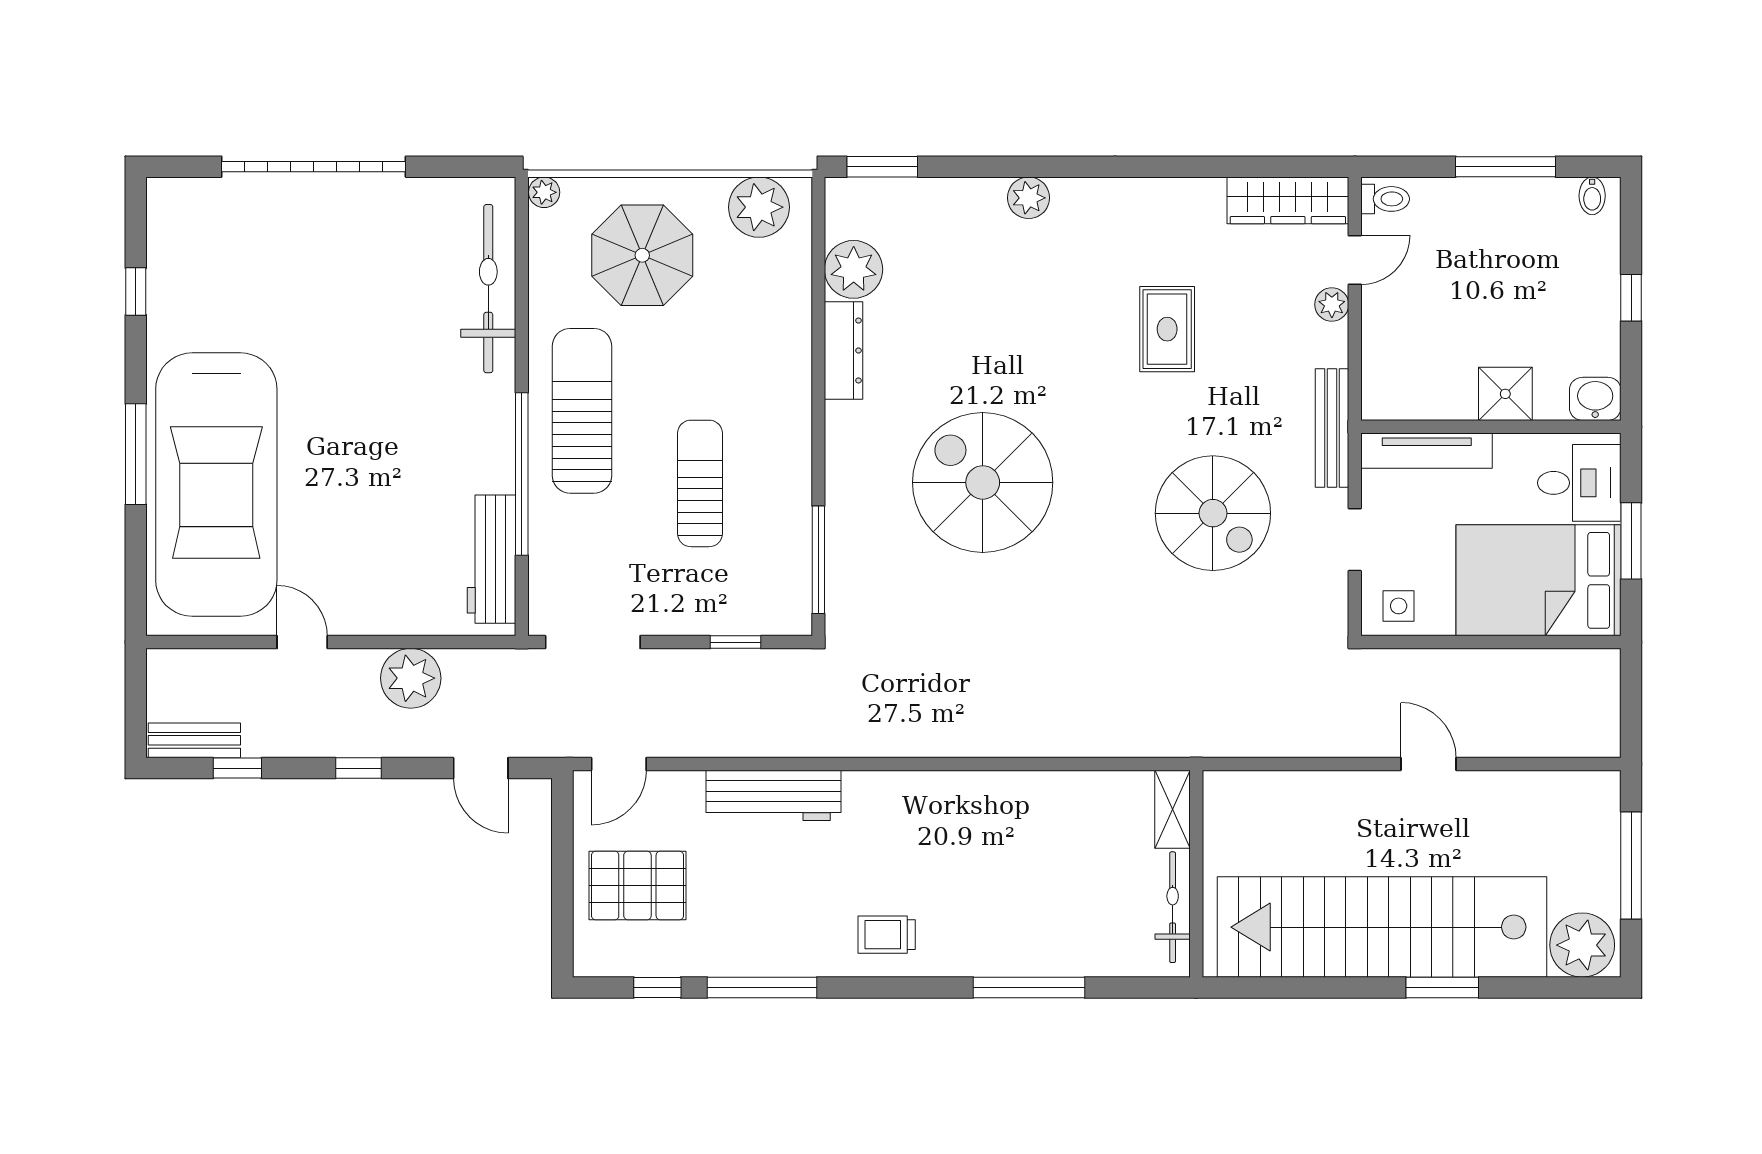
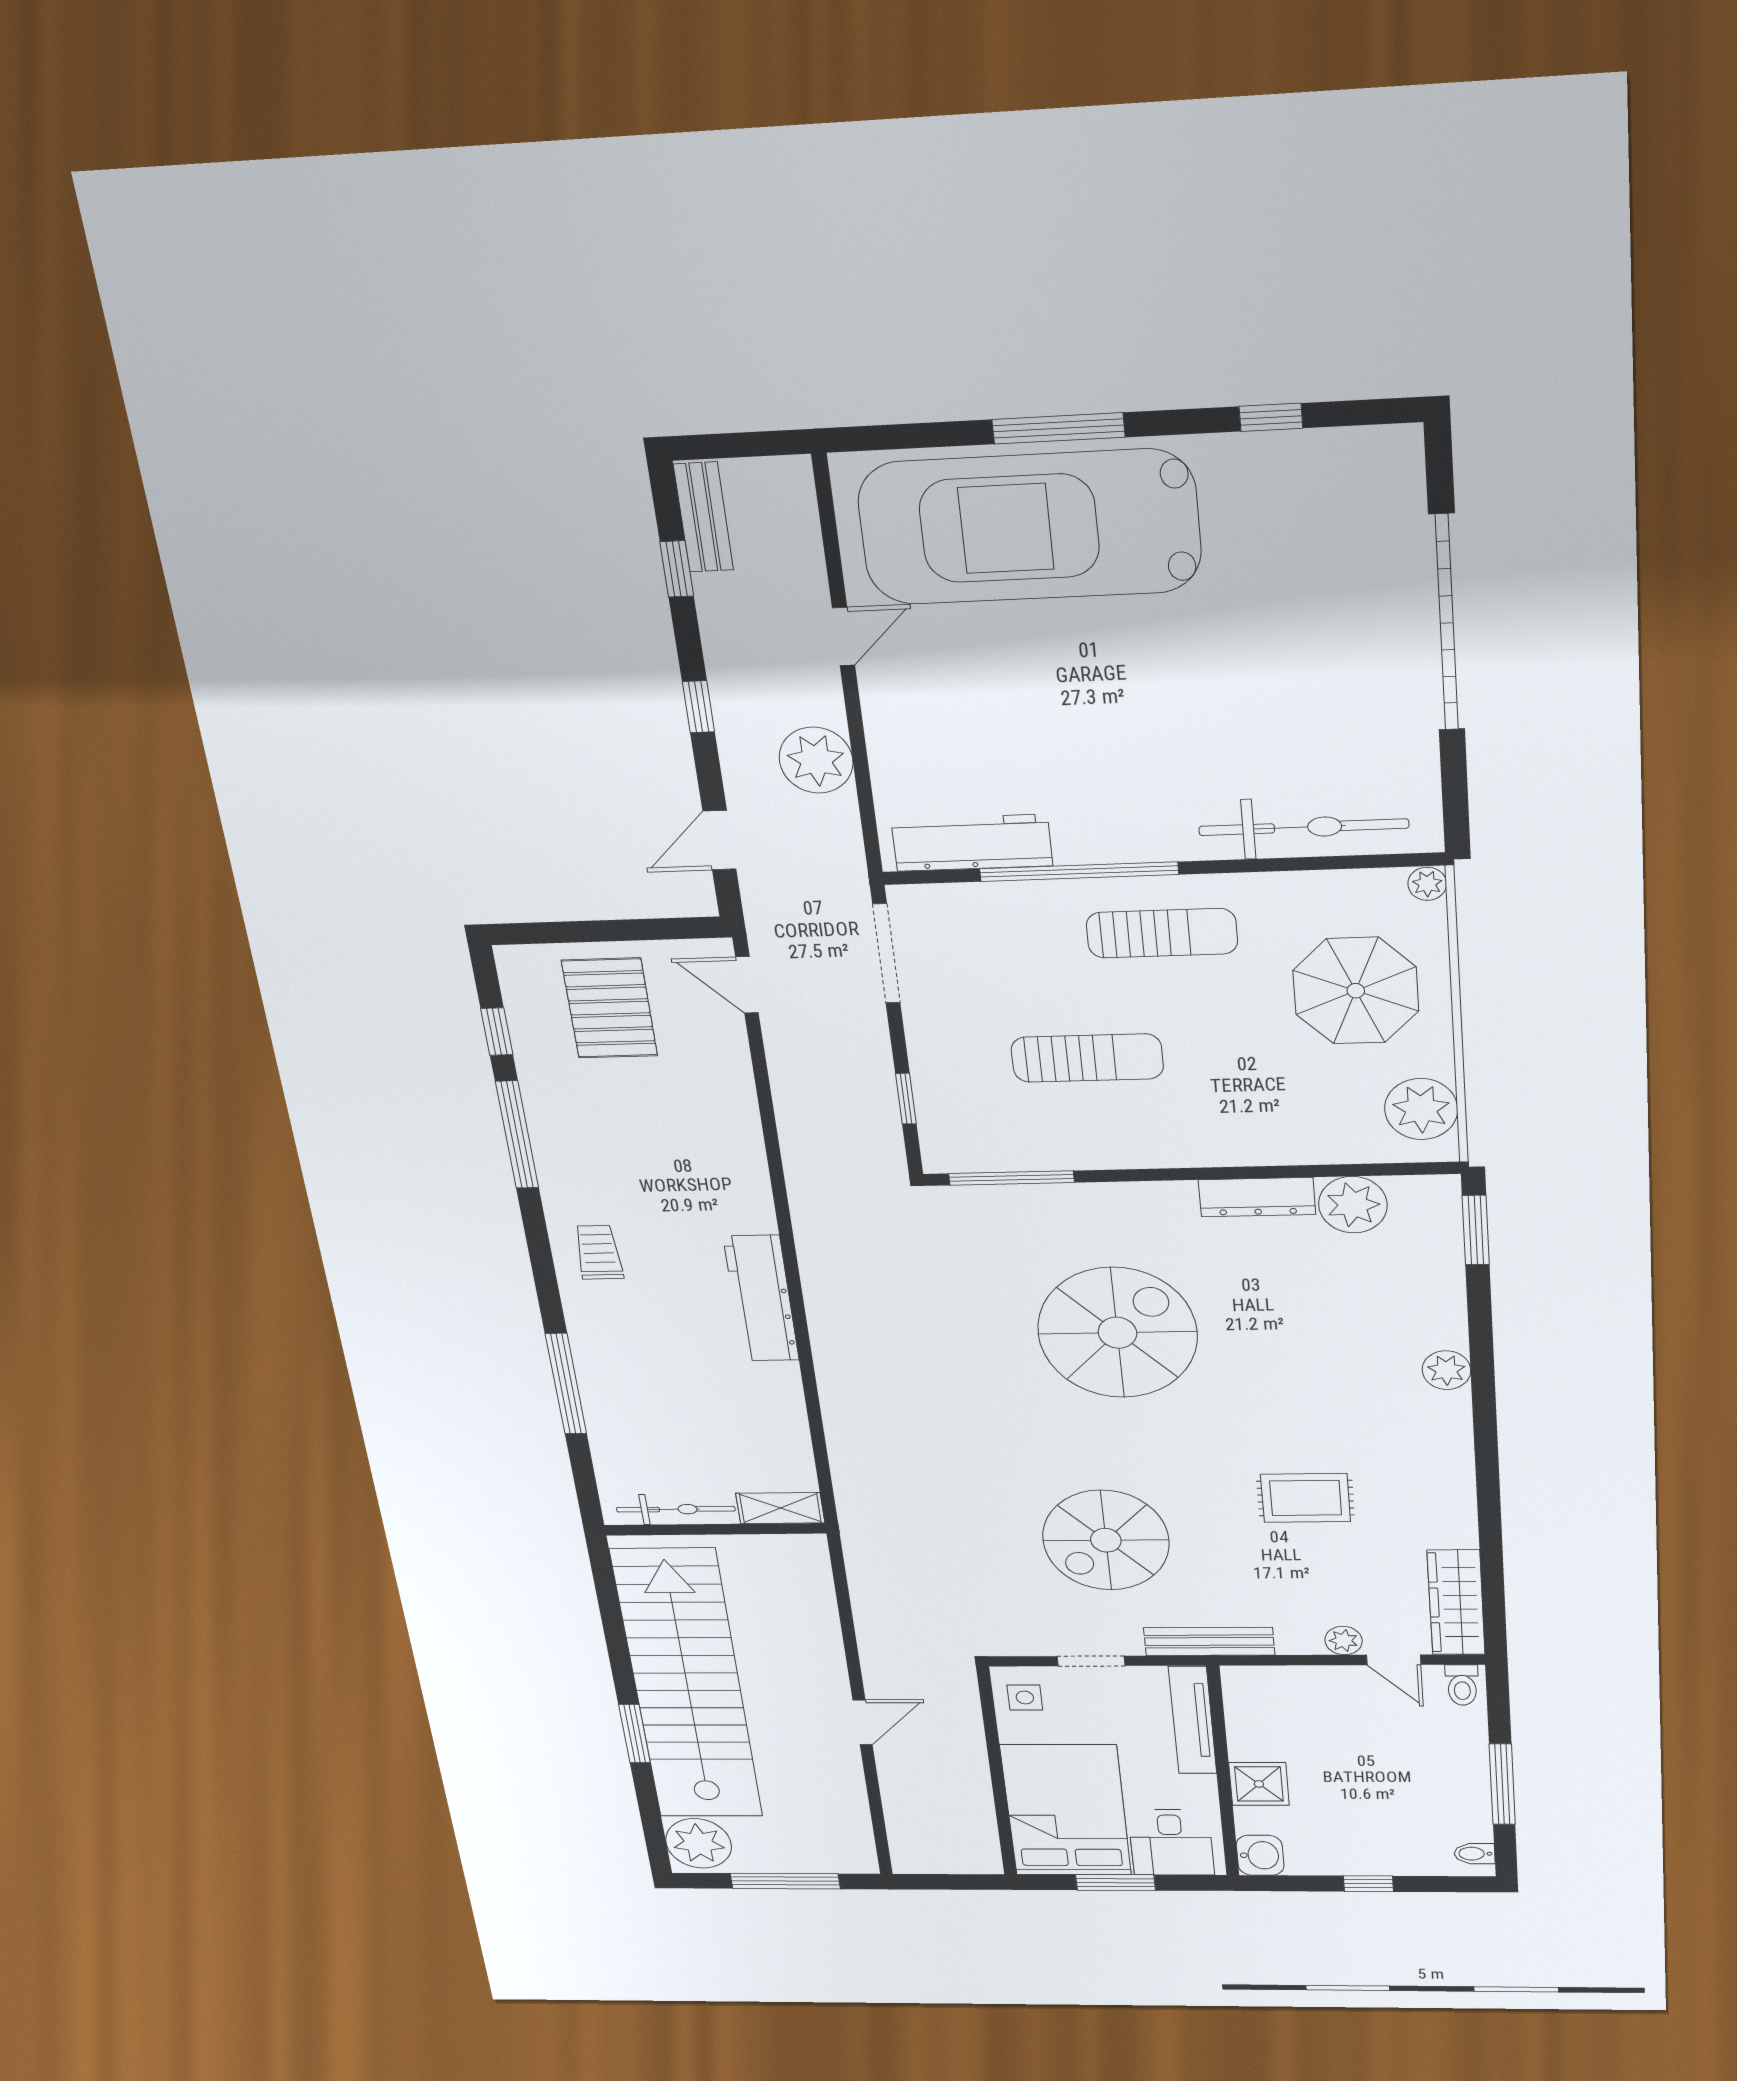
sun lounger: (582, 411) -> (1162, 933), width x0.73, depth x0.75
workbench: (774, 795) -> (761, 1298), moved

